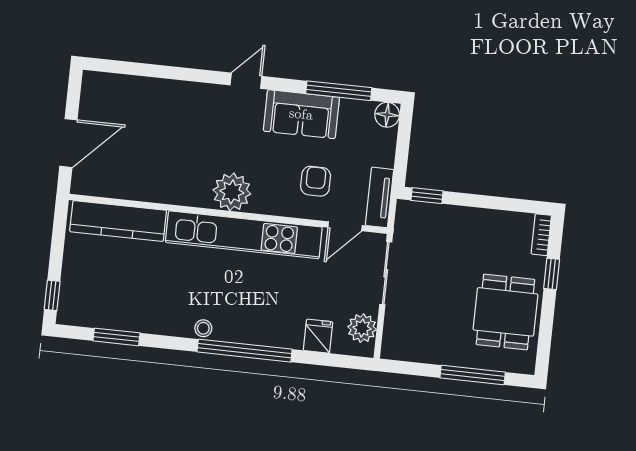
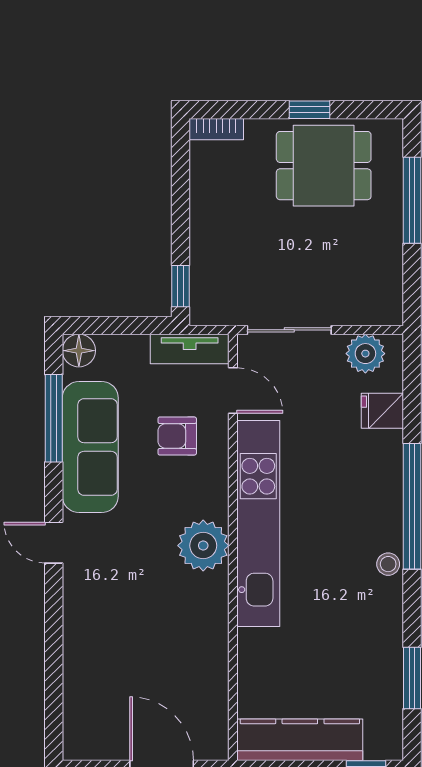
sofa: (301, 114) -> (90, 447), width x1.36
kitchen counter: (118, 221) -> (300, 740), moved, turned -90
window: (552, 274) -> (310, 110), moved

